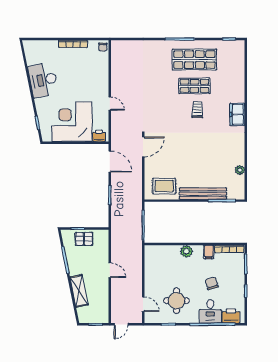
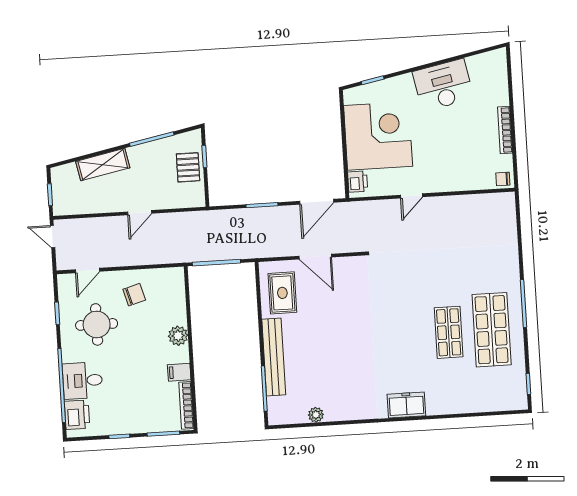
trolley: (197, 110) -> (410, 339), removed
door: (143, 147) -> (315, 257), moved
chair: (212, 283) -> (134, 295), moved

